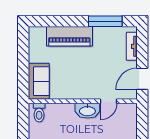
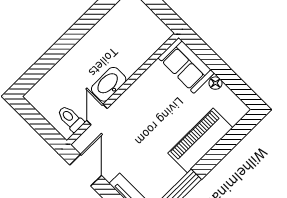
floor lamp: (33, 58) -> (215, 83), added
toilet: (39, 113) -> (70, 119), moved

